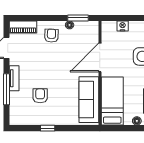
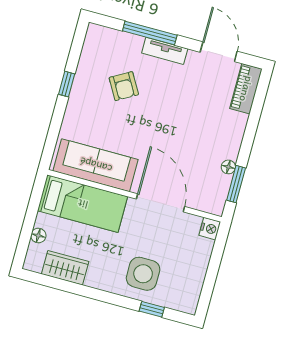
nightstand: (123, 26) -> (210, 229), moved
armchair: (51, 36) -> (219, 132), removed
armchair: (40, 96) -> (124, 86), turned 60

